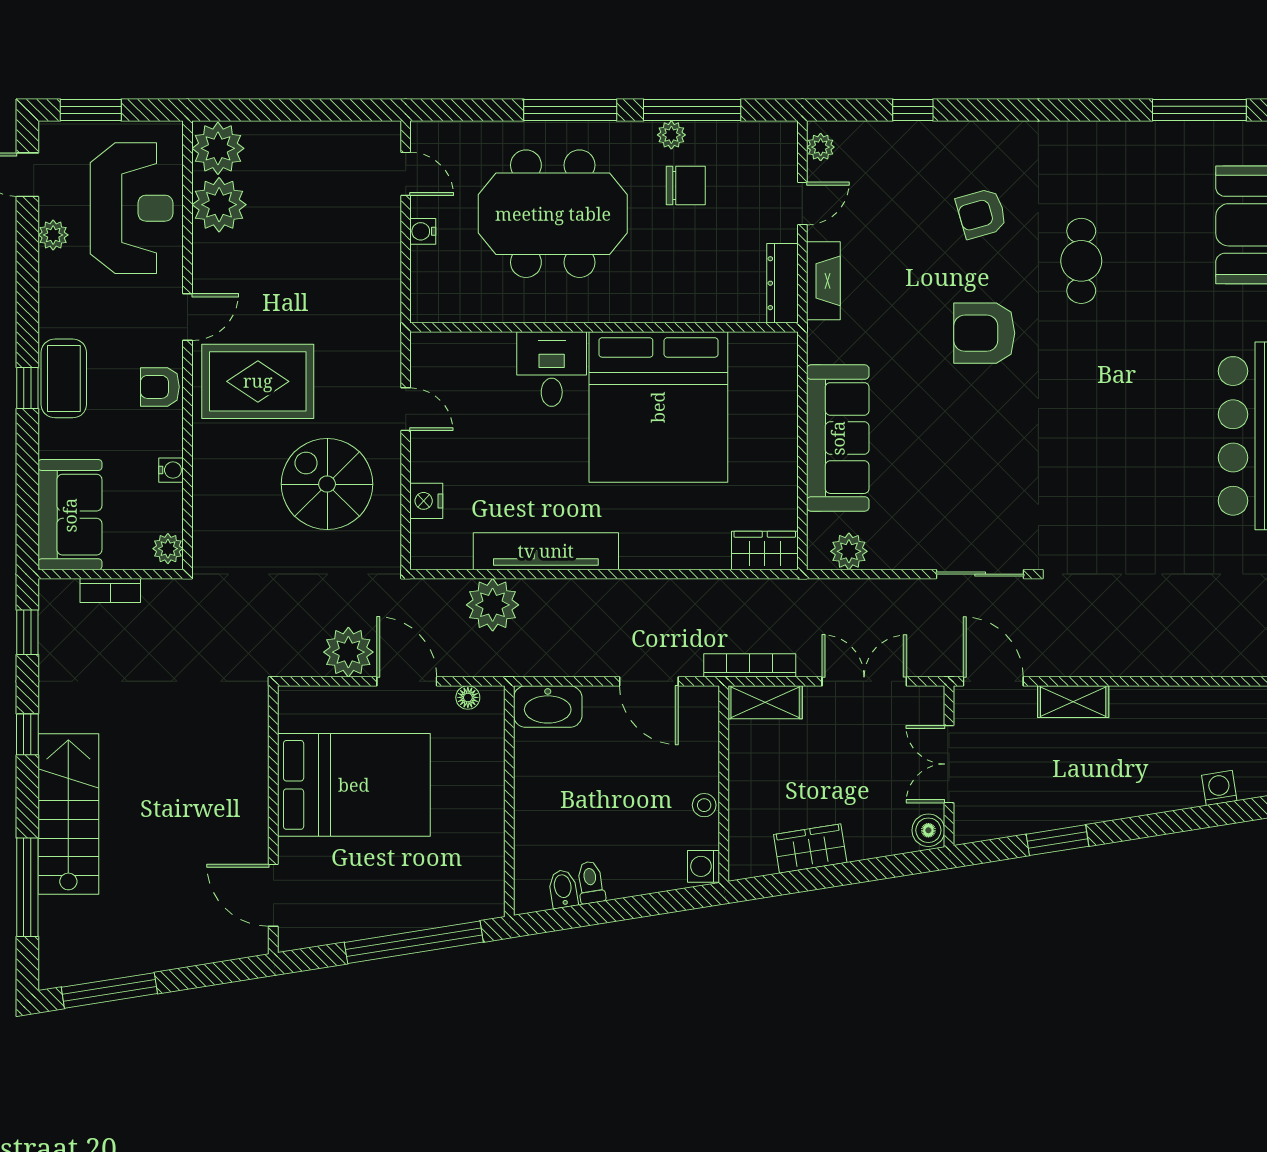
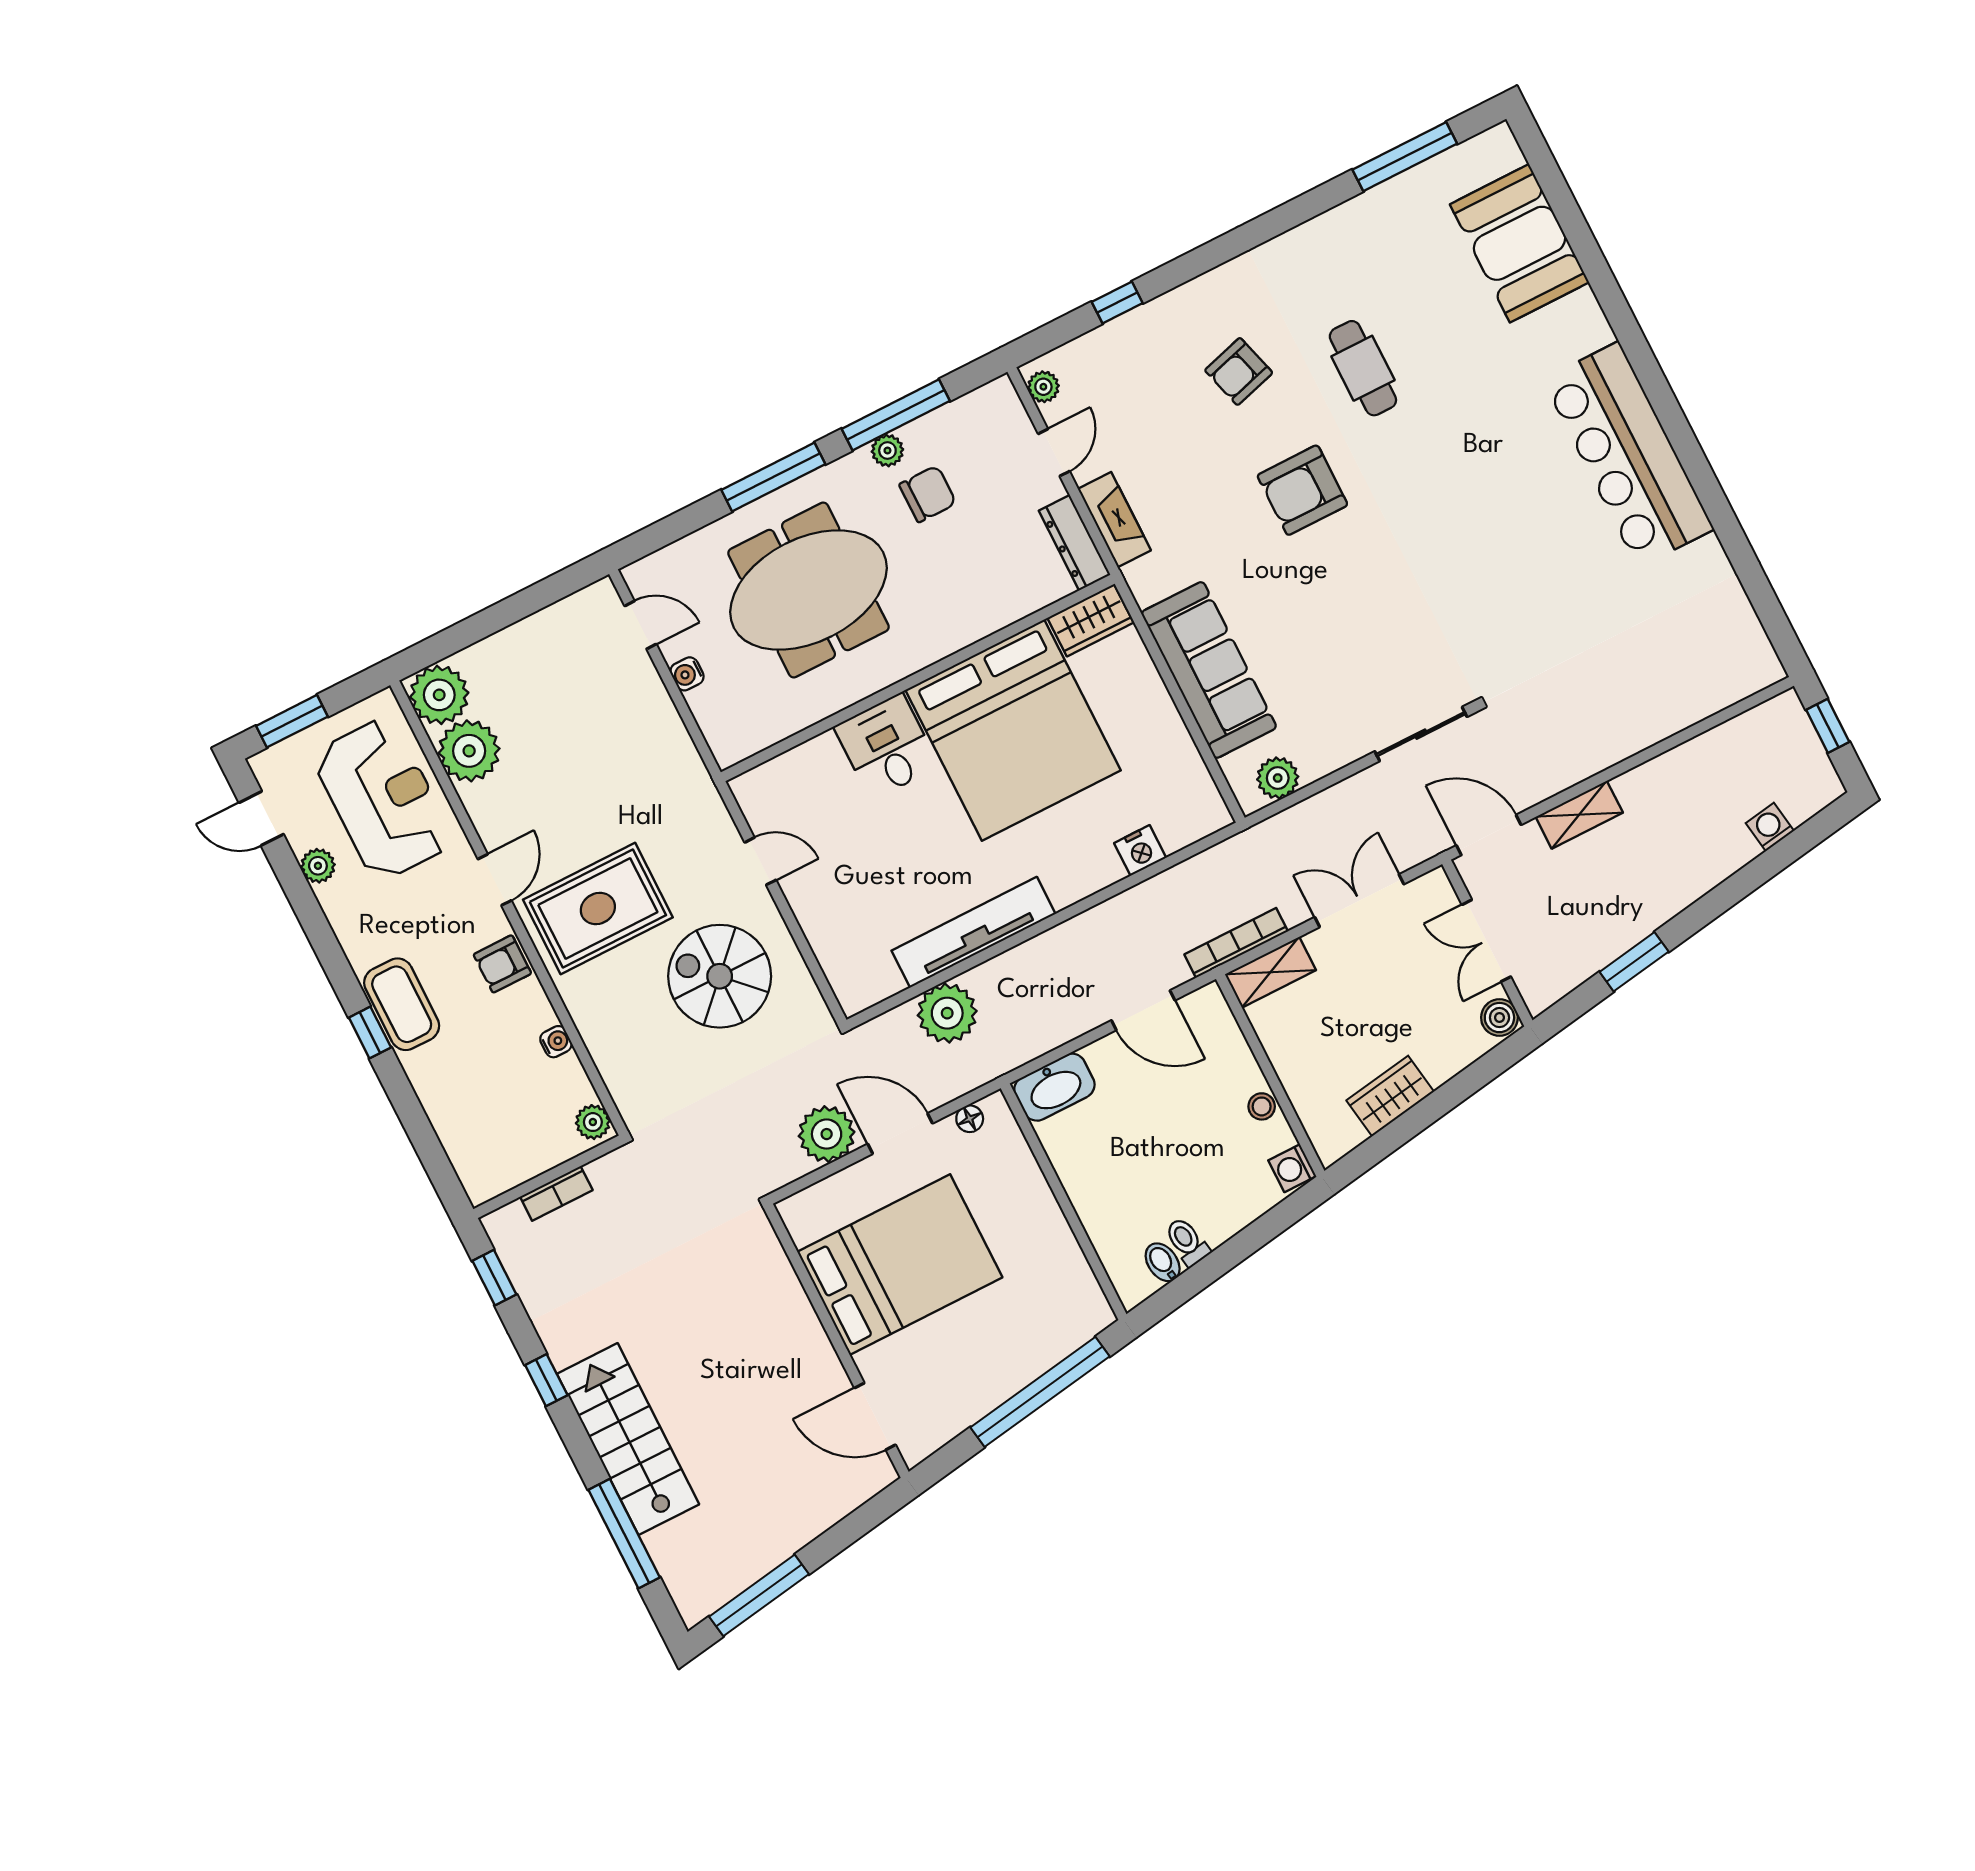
nightstand: (426, 501) -> (1140, 850), moved, turned -90
sofa: (70, 515) -> (477, 1138), removed
wardrobe: (765, 550) -> (1090, 620), moved, turned 180

